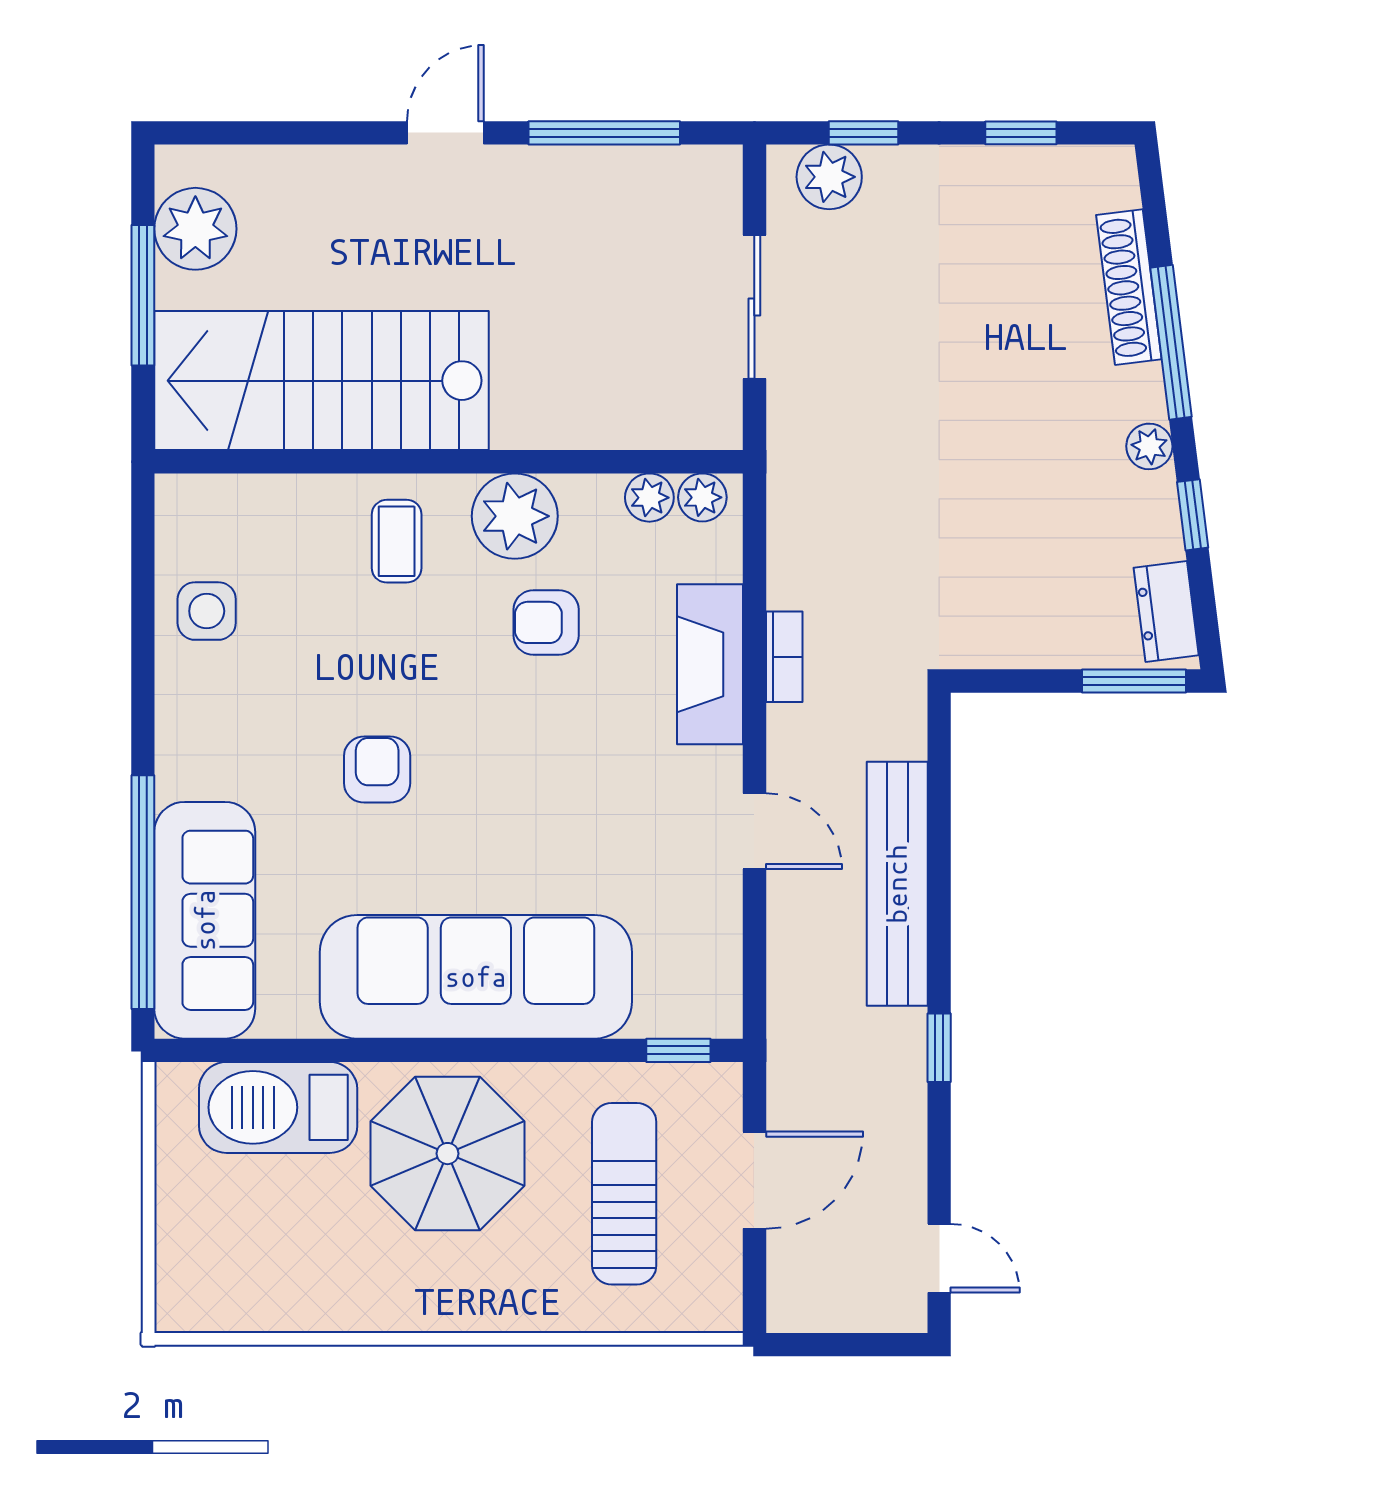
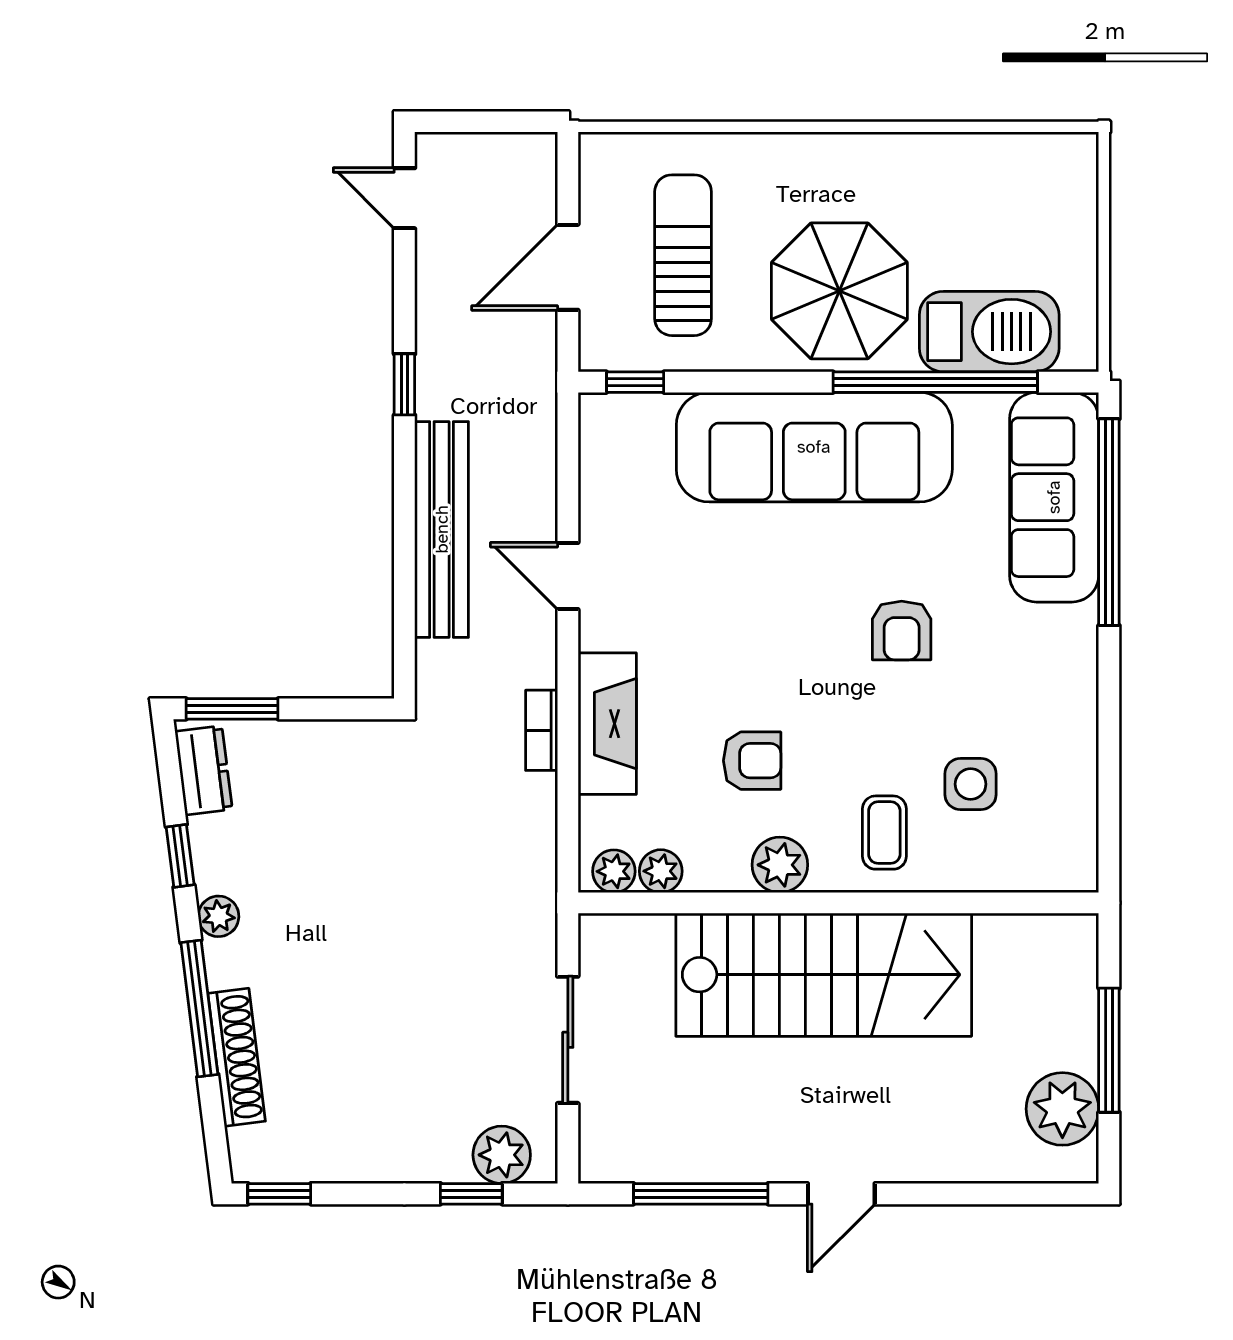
window: (1021, 133) -> (279, 1194), moved
stairs: (322, 381) -> (824, 975), moved
plant: (515, 516) -> (780, 865), width x0.73, depth x0.73
side table: (207, 611) -> (971, 784), moved
window: (339, 1050) -> (935, 382), added
sun lounger: (624, 1194) -> (683, 255), turned 180

